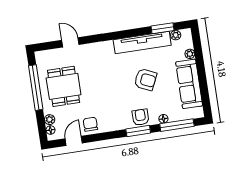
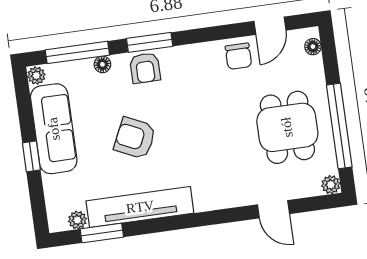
plant: (190, 54) -> (36, 76), moved
window: (201, 69) -> (31, 156), added
plant: (50, 120) -> (331, 185), moved

